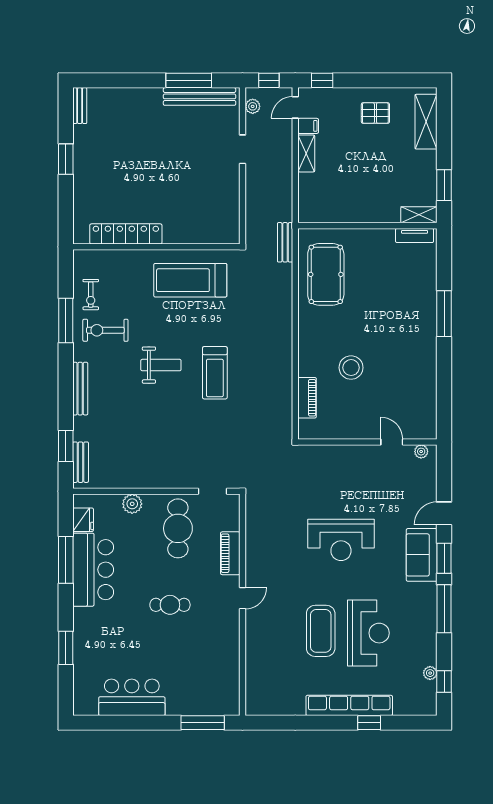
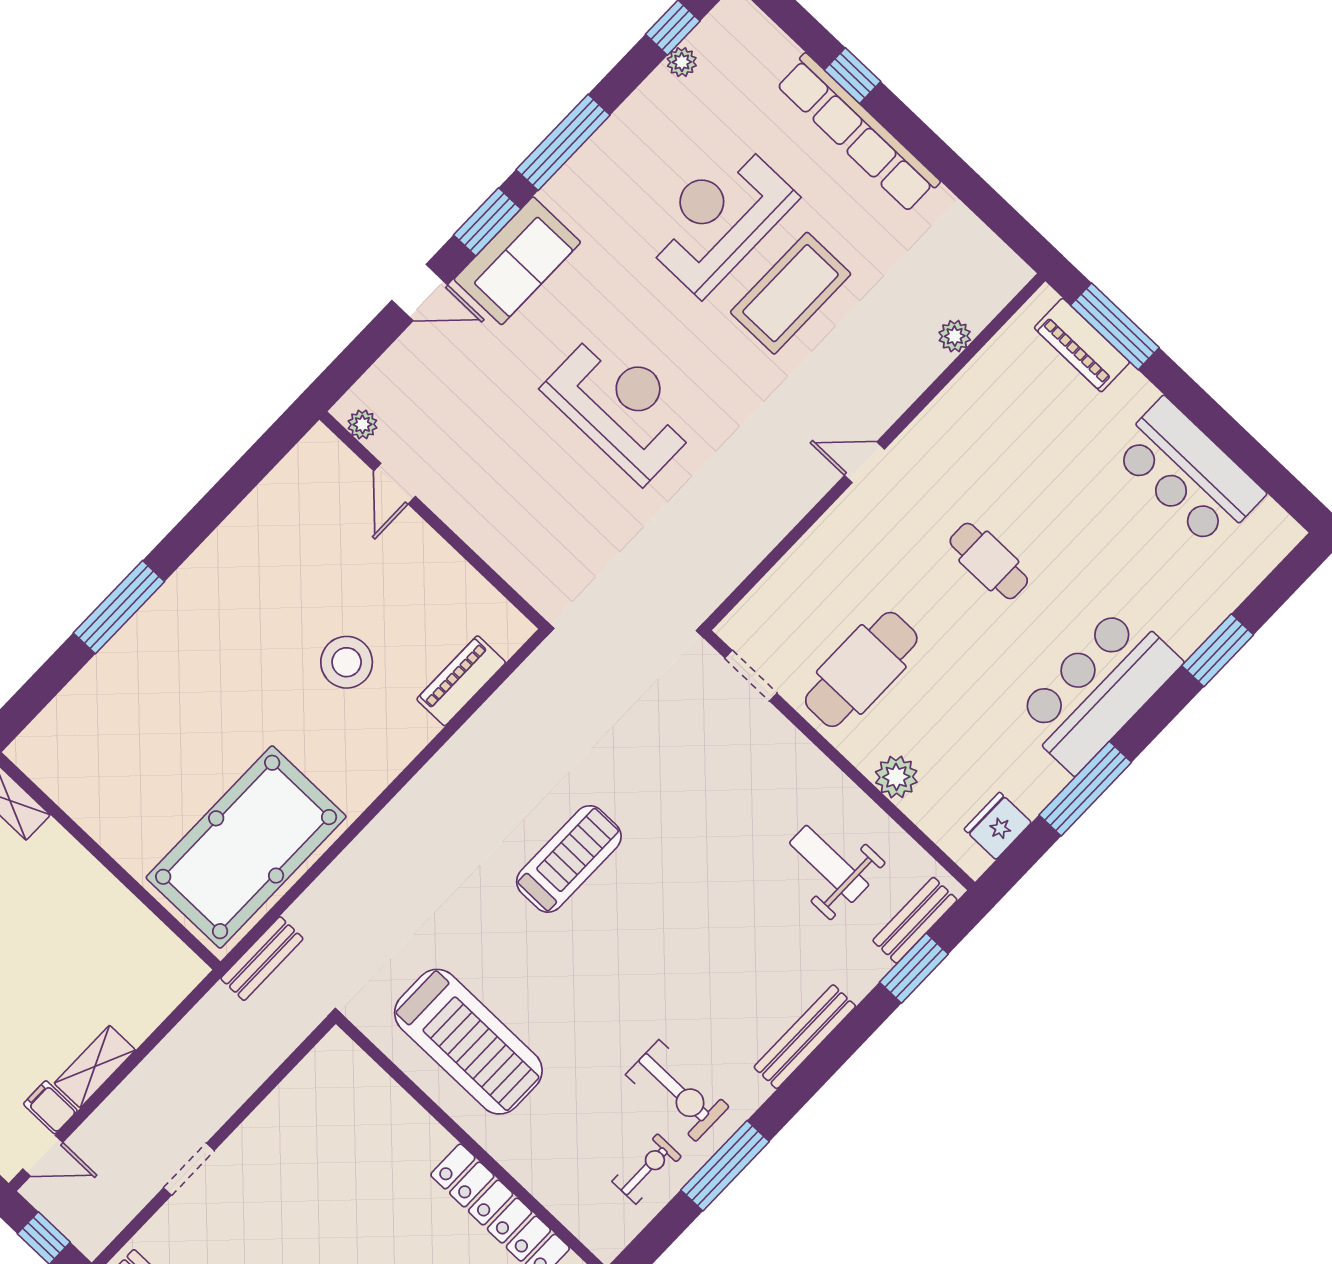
plant: (253, 106) -> (955, 336), moved
tv unit: (415, 235) -> (48, 775), removed
pool table: (326, 274) -> (246, 847), width x1.36, depth x1.32
weight bench: (161, 365) -> (829, 864), moved
piano: (230, 553) -> (1082, 345), moved, turned 90
bar counter: (93, 570) -> (1098, 689), moved

